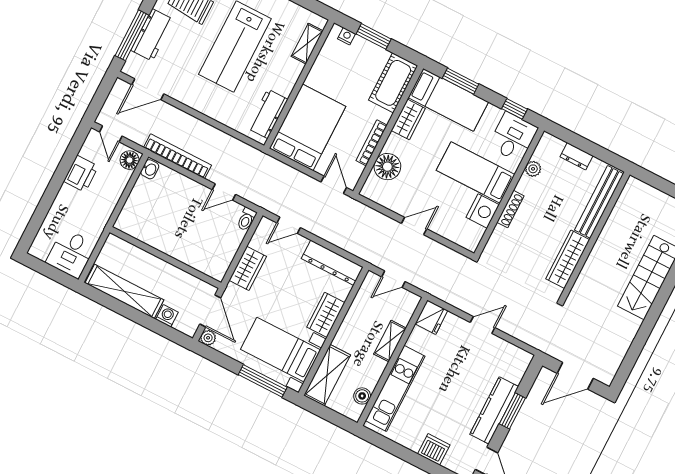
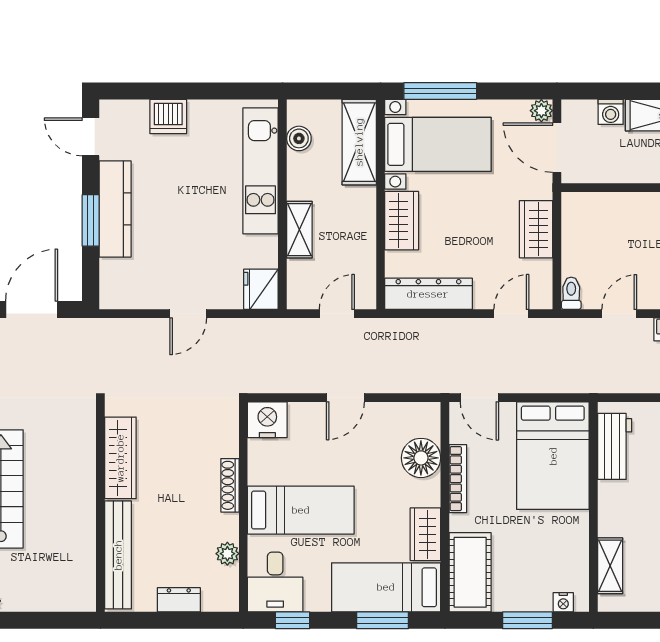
nightstand: (483, 211) -> (267, 420), moved, turned 90

